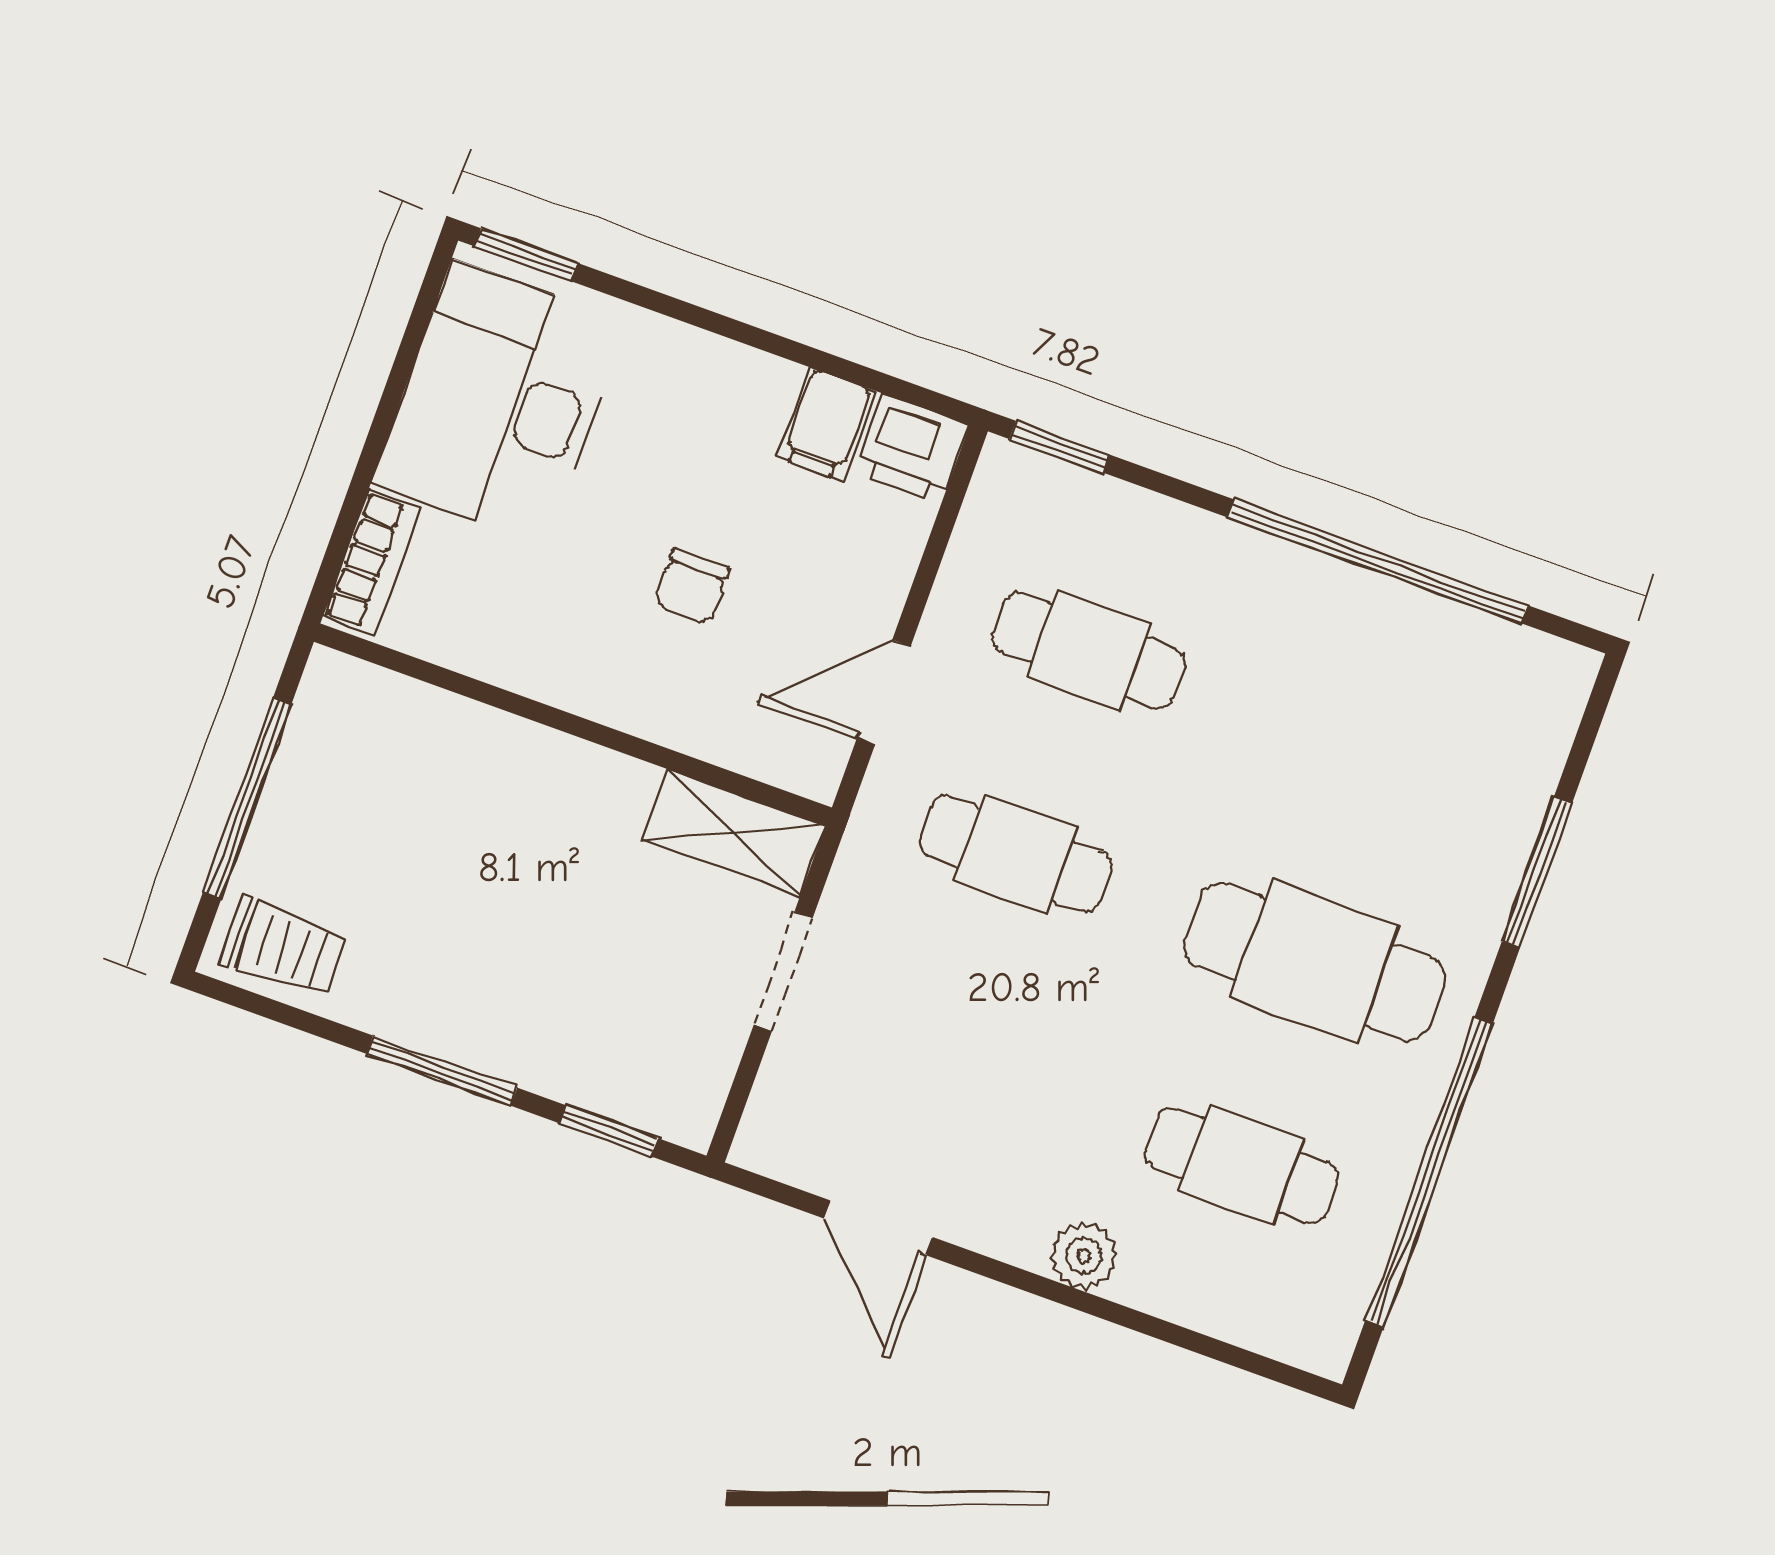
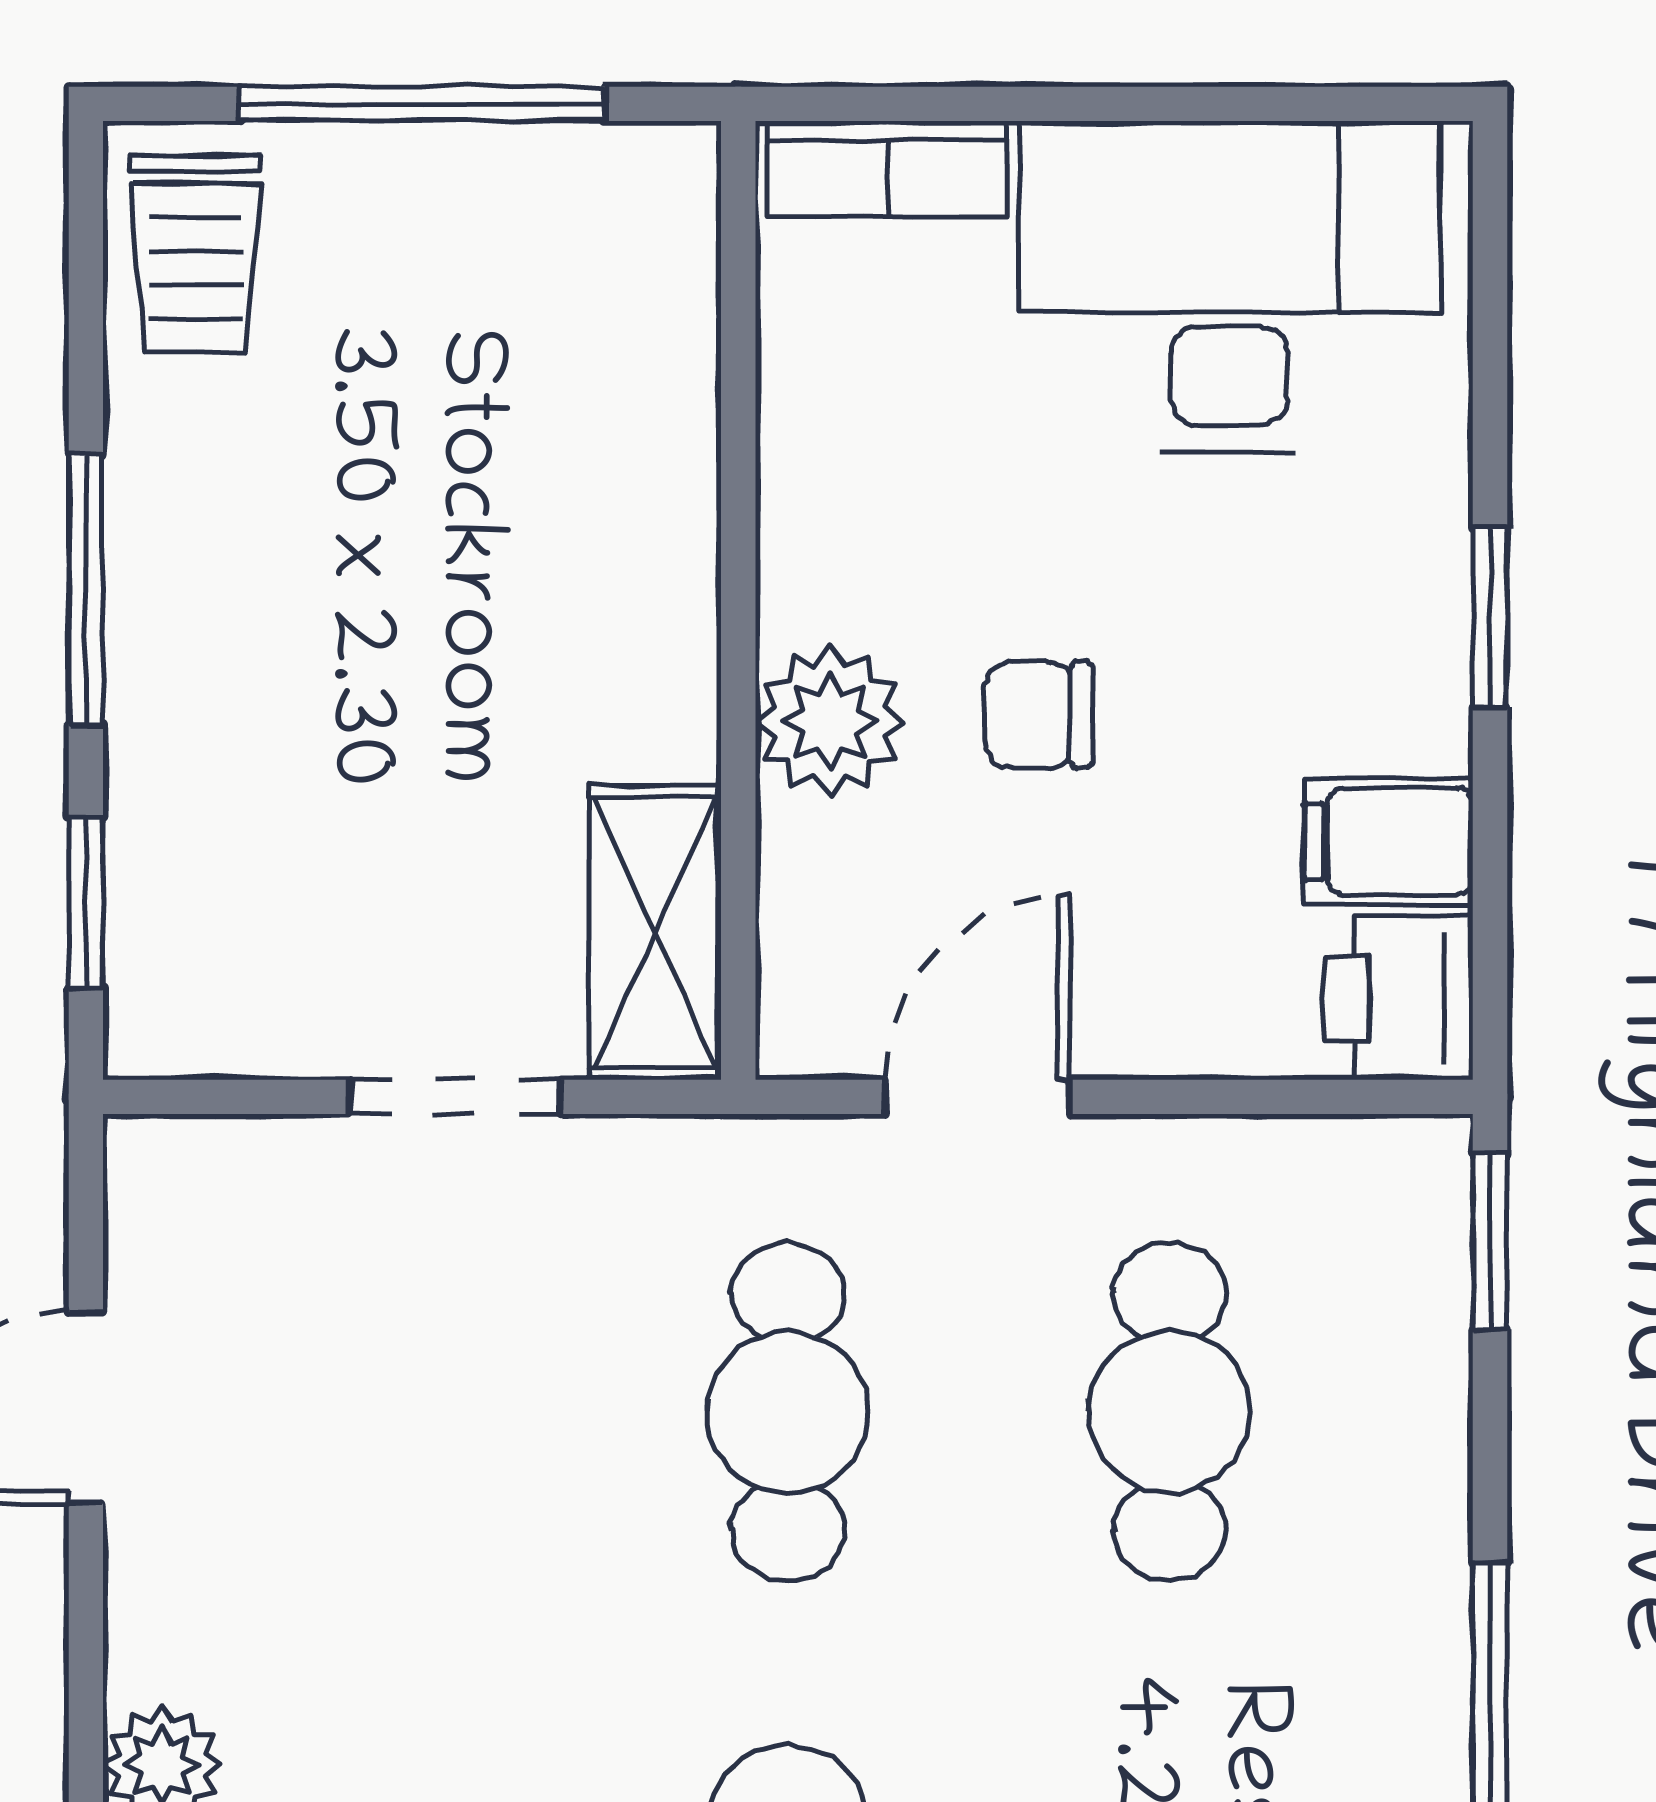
window: (526, 255) -> (1490, 617), moved
door: (884, 692) -> (978, 1097), hinge flipped
plant: (655, 699) -> (830, 721), added

